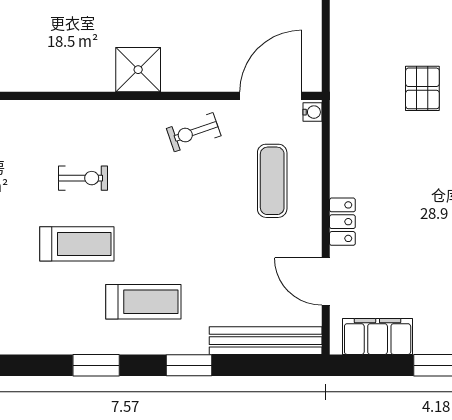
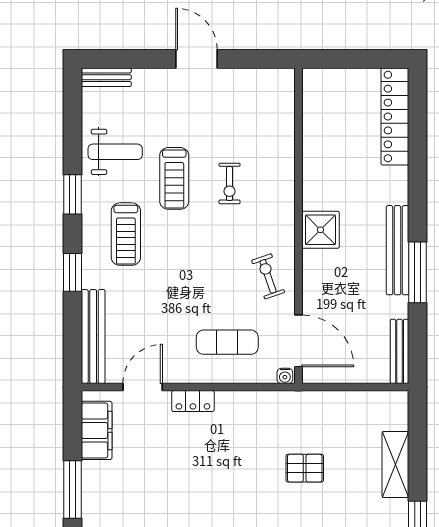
weight bench: (45, 314) -> (115, 152), added

